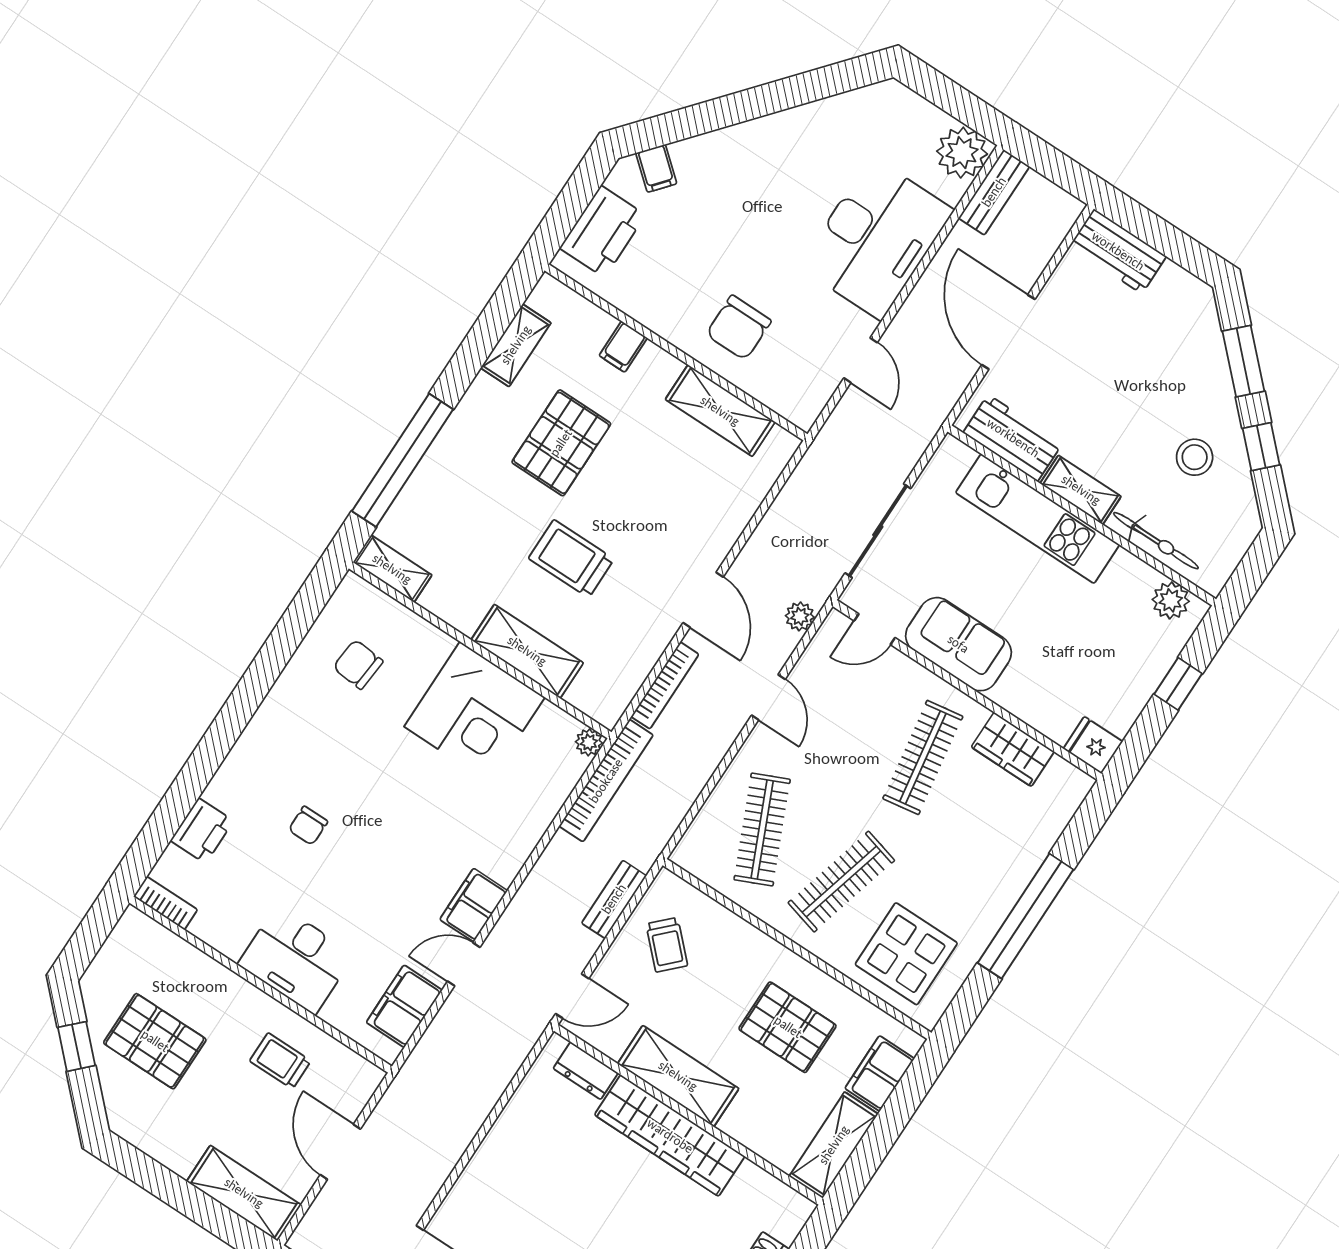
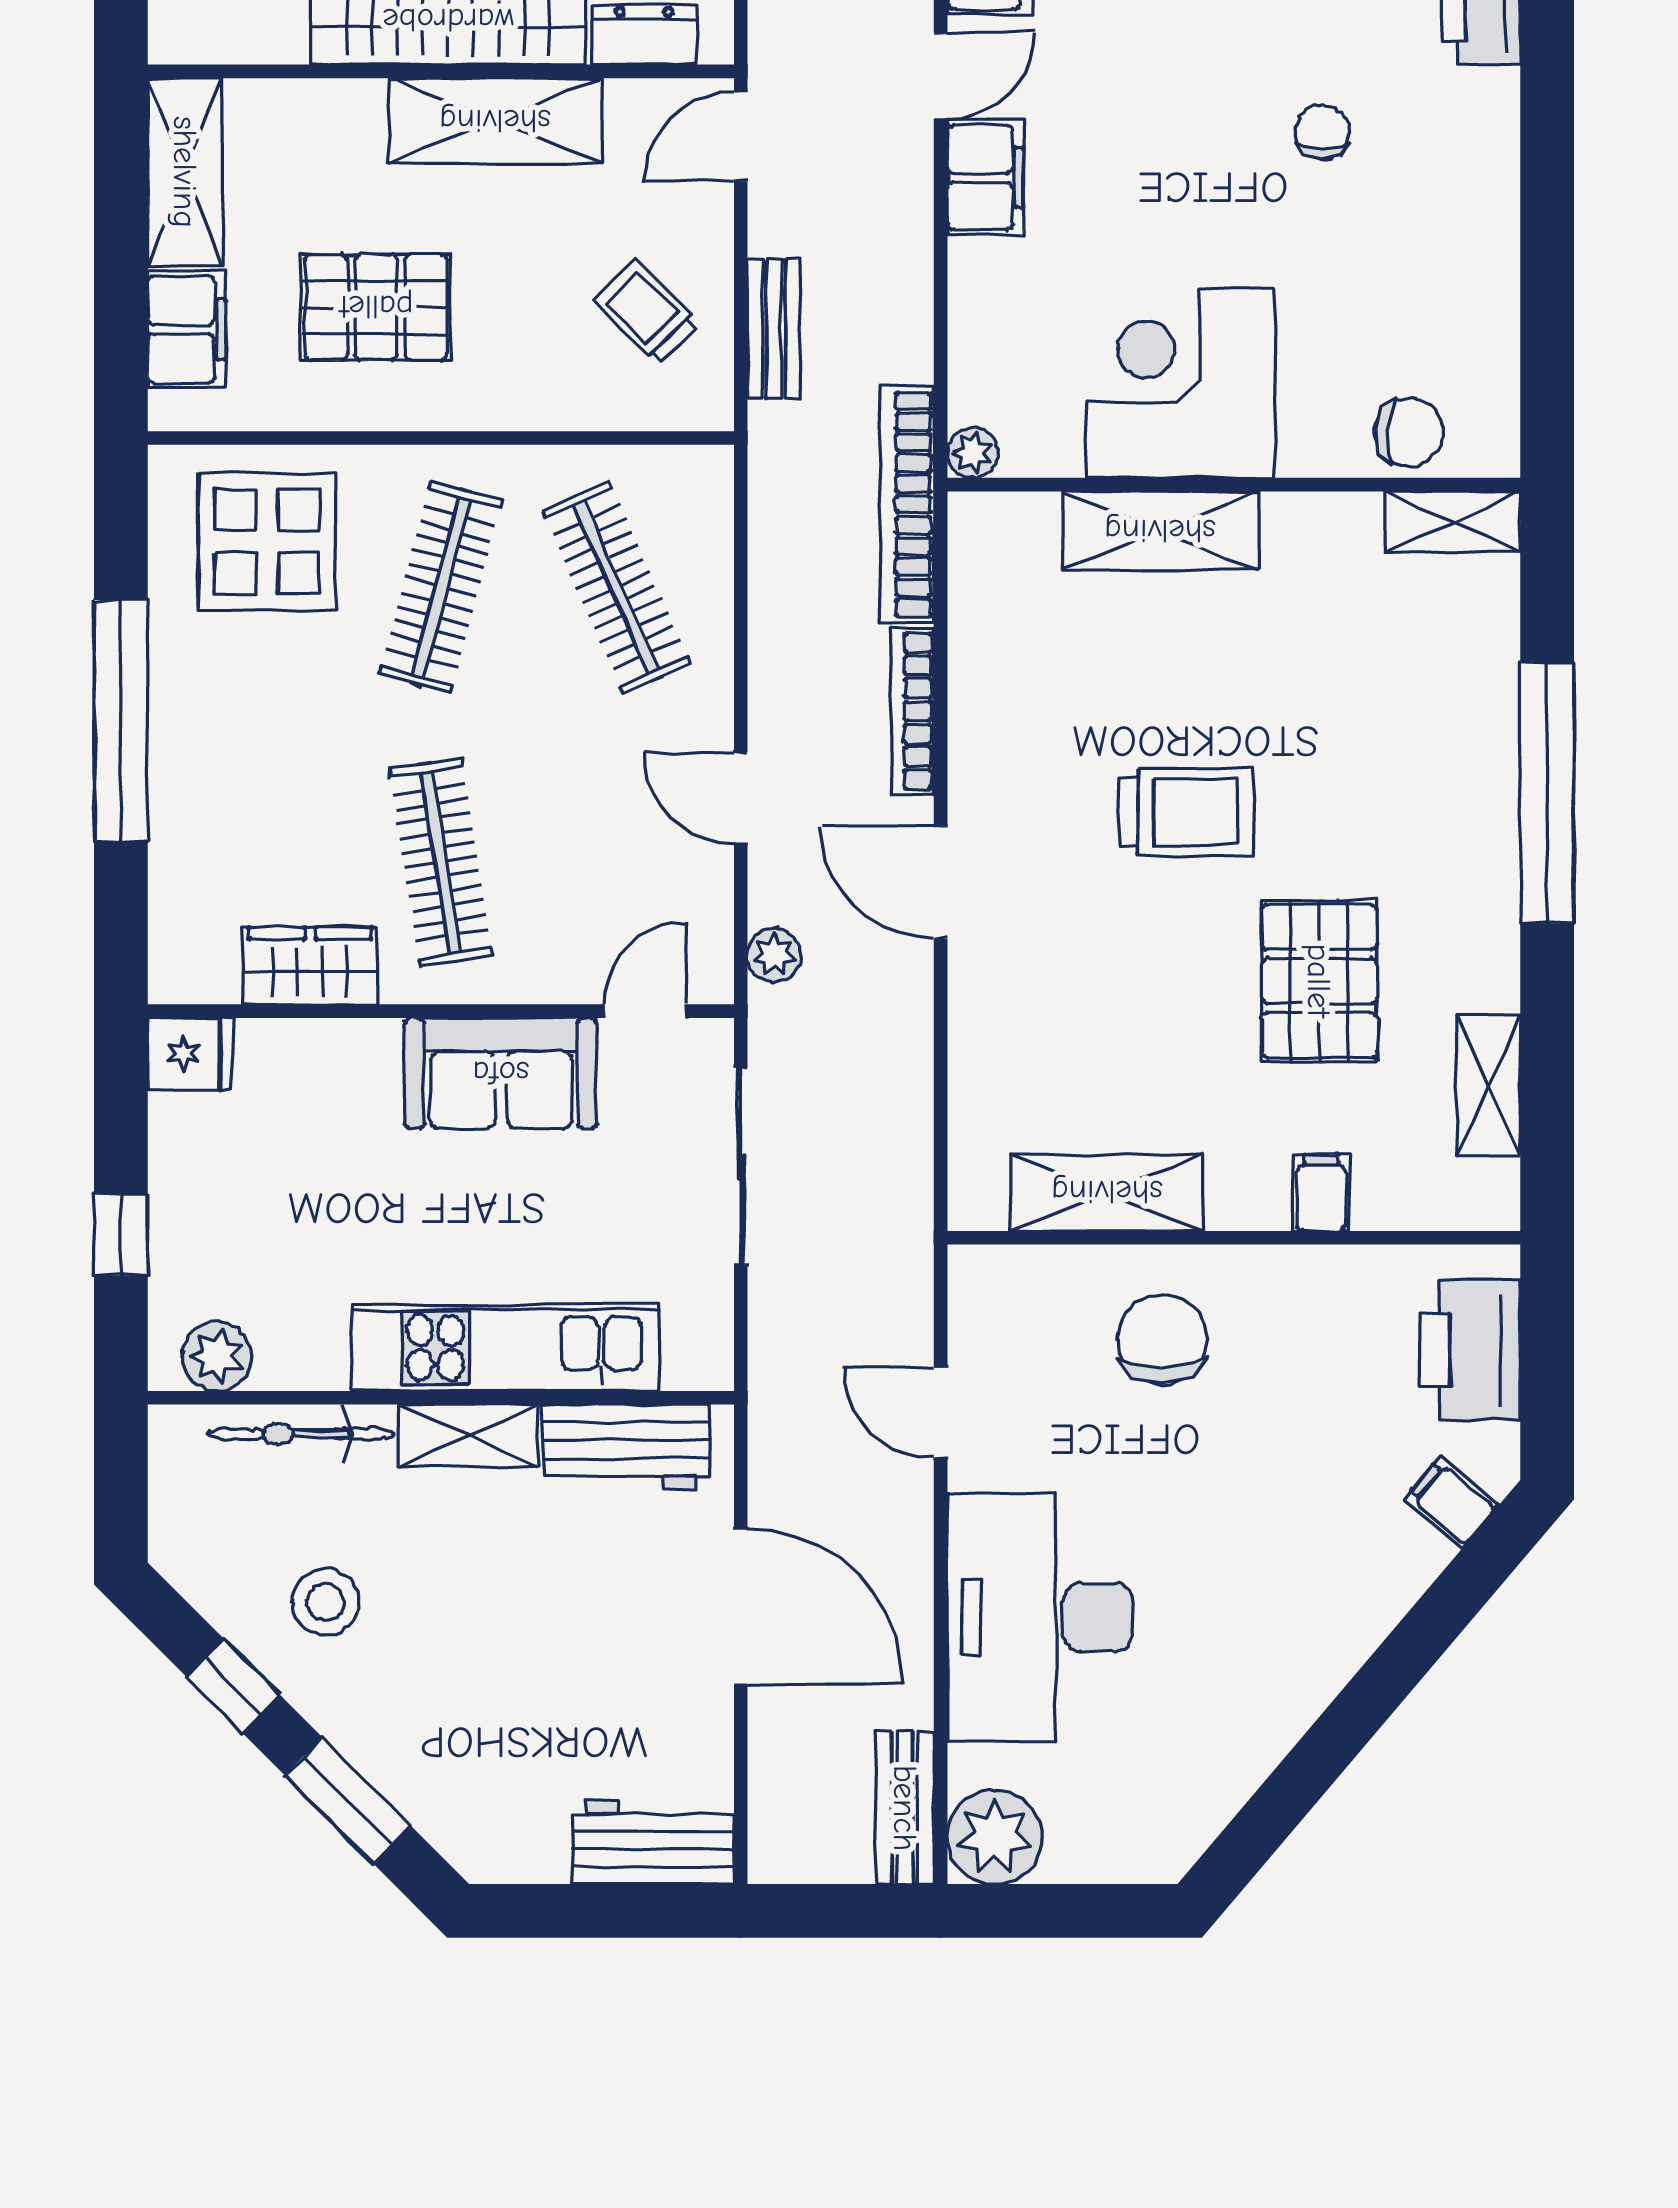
shelving: (392, 569) -> (1453, 522), moved
wall: (480, 650) -> (1234, 485), moved
shelving: (527, 651) -> (1160, 531), moved
corner desk: (475, 712) -> (1180, 384), moved
plant: (589, 742) -> (972, 453), moved

